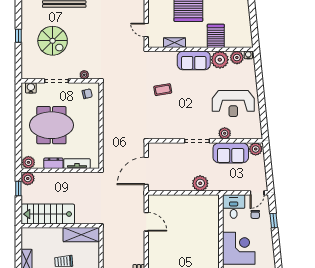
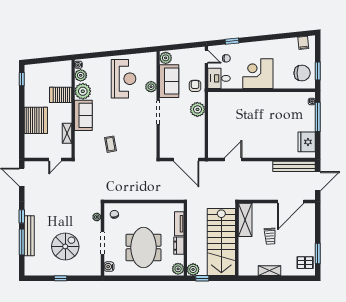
armchair: (226, 181) -> (195, 86), added
stairs: (48, 214) -> (221, 242), width x1.36, depth x1.51

